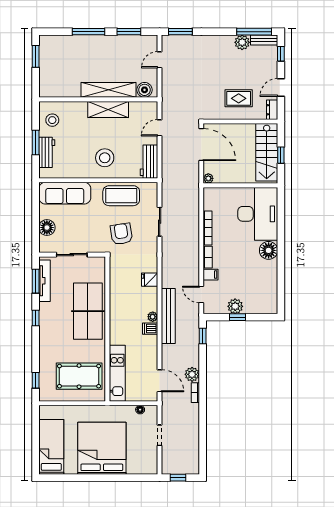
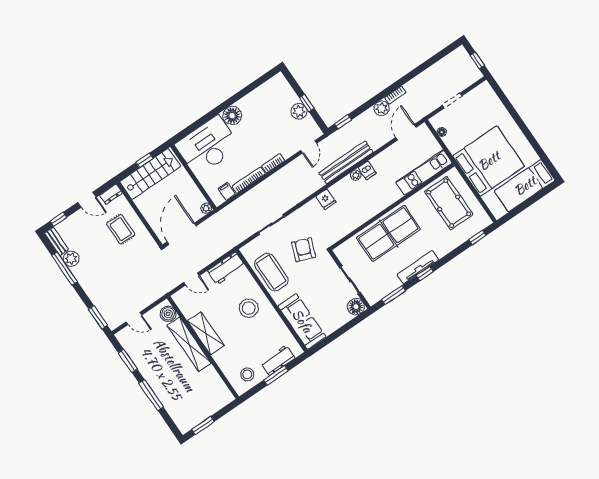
window: (254, 32) -> (65, 269), moved
floor lamp: (47, 228) -> (356, 307), moved
armchair: (121, 234) -> (304, 250), turned 120
filing cabinet: (211, 275) -> (227, 191), moved
tv unit: (45, 281) -> (418, 267), moved
bed: (102, 448) -> (489, 161), moved, turned 180

